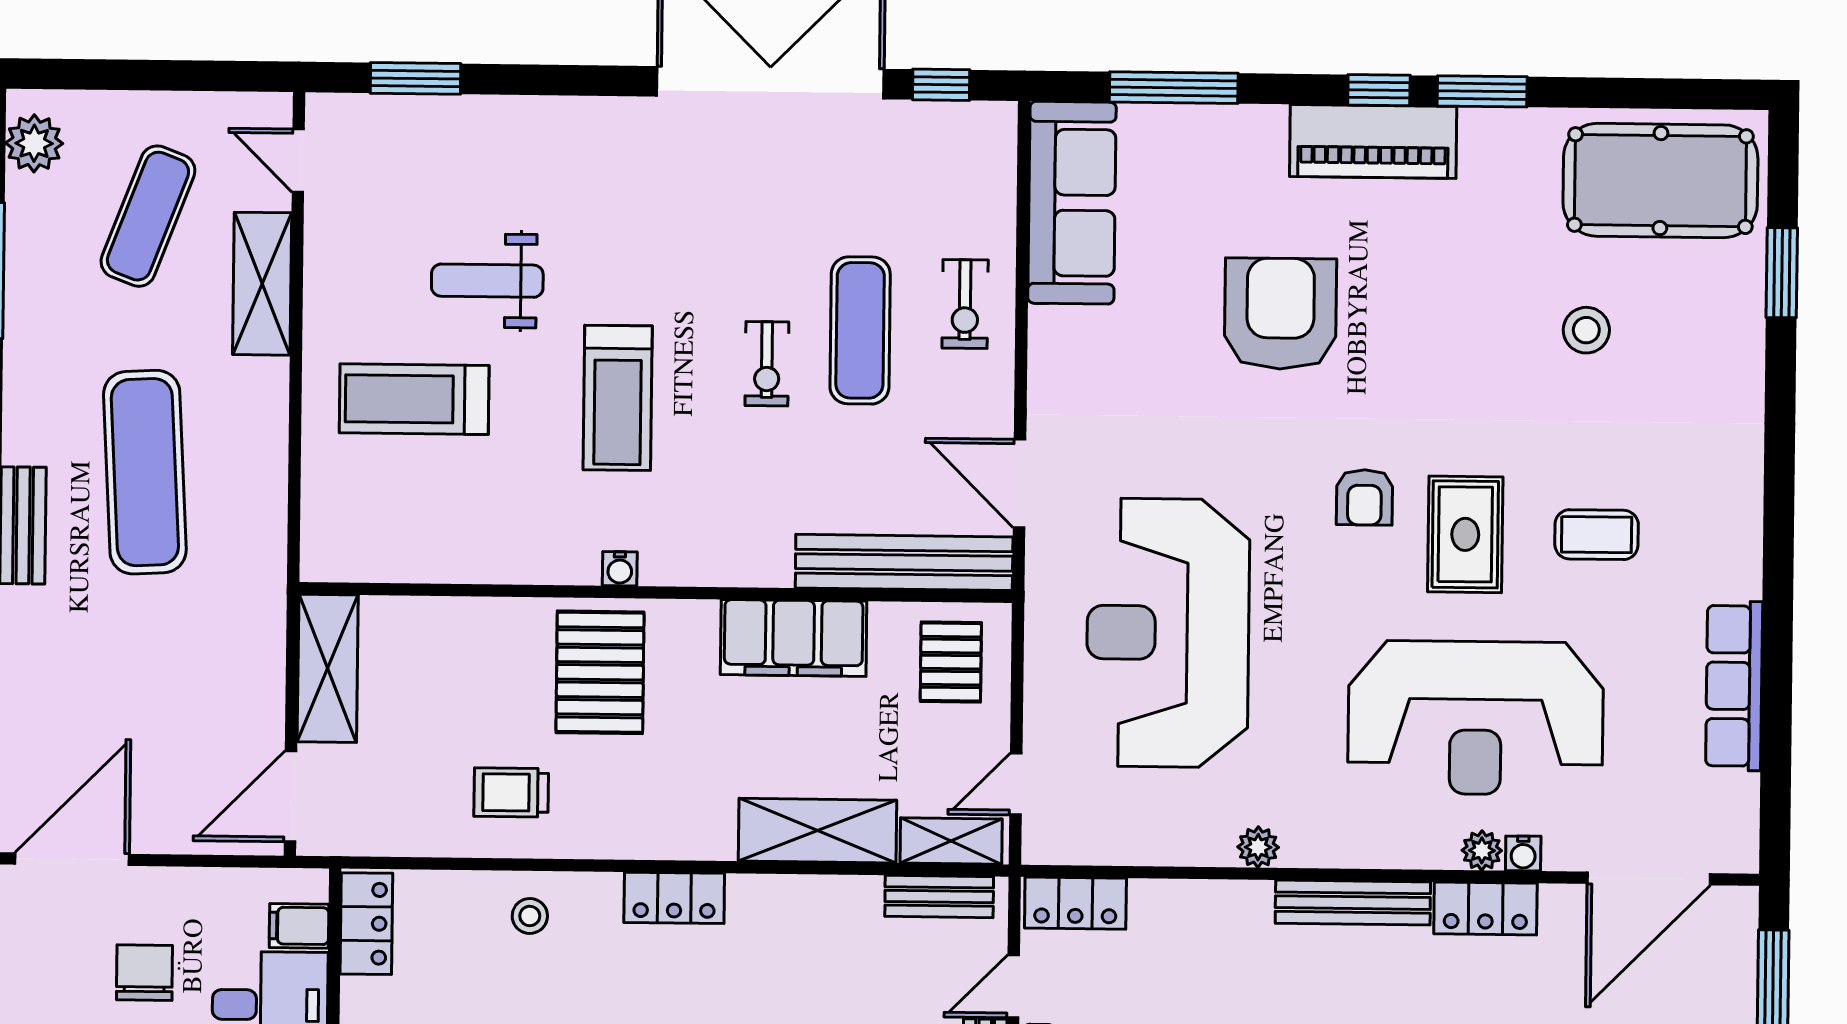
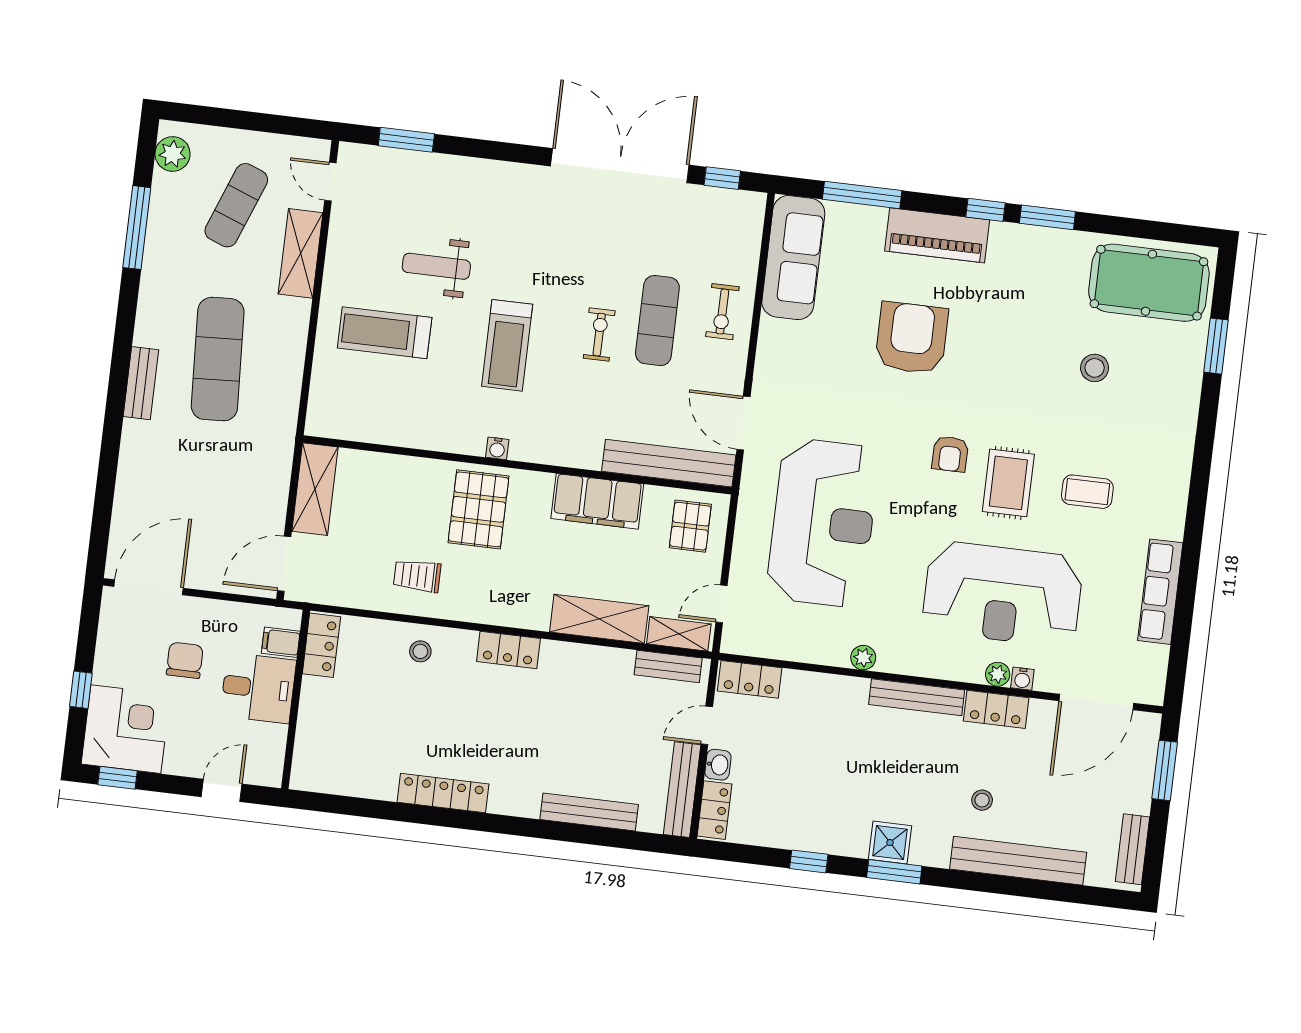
piano: (1373, 141) -> (937, 235), moved
exercise bike: (767, 364) -> (599, 335), turned 180
reception desk: (1168, 633) -> (823, 523), turned 180

